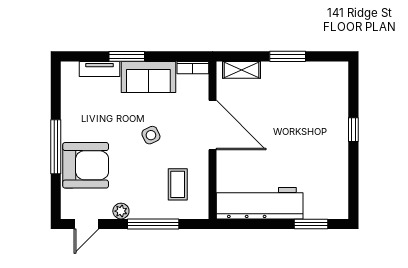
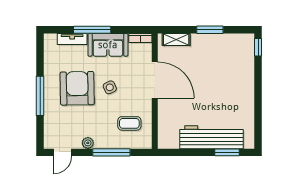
window: (127, 56) -> (92, 30), width x1.44
window: (353, 130) -> (258, 47), moved
armchair: (86, 165) -> (77, 88), moved, turned -91
coffee table: (178, 184) -> (129, 123), turned 90
workbench: (260, 203) -> (212, 137), moved

